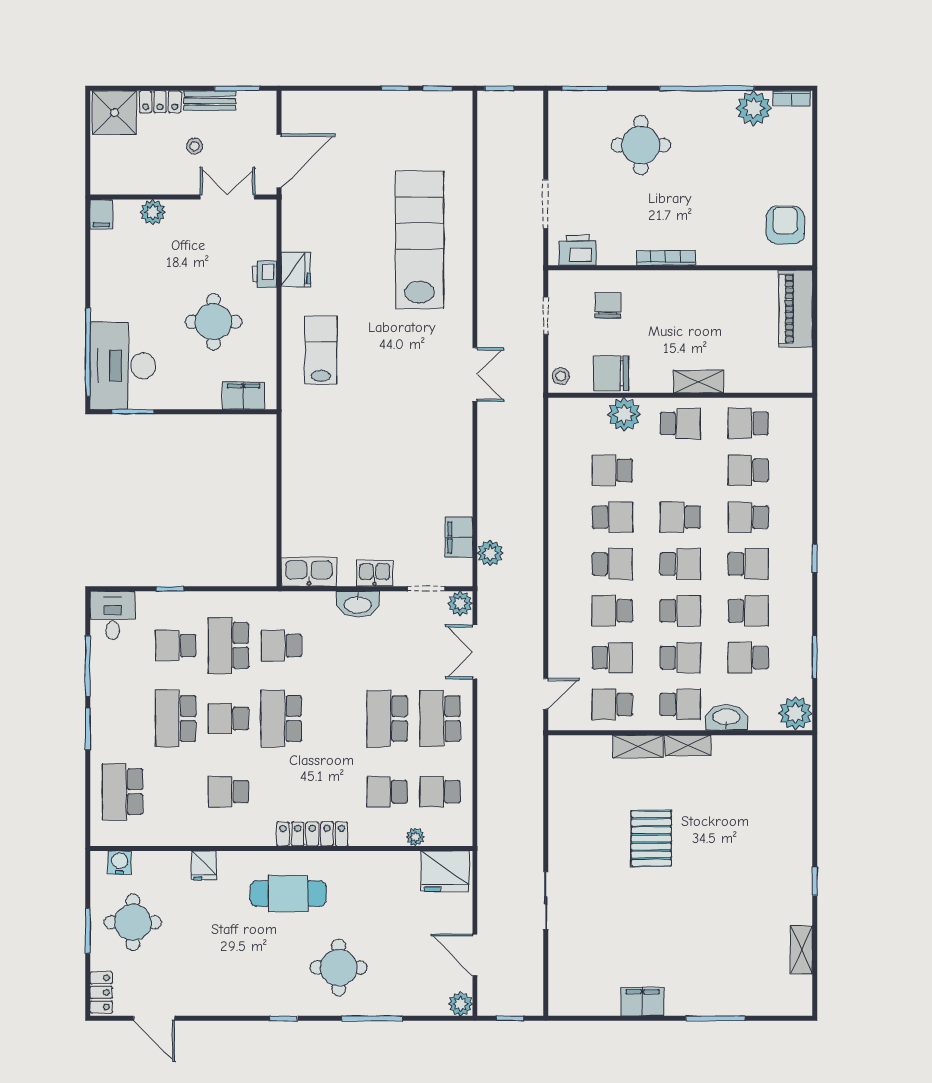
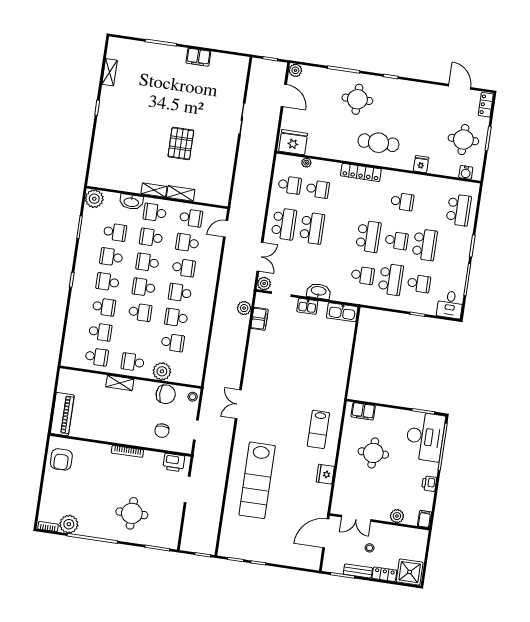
printer: (264, 274) -> (429, 484), moved, turned 180

